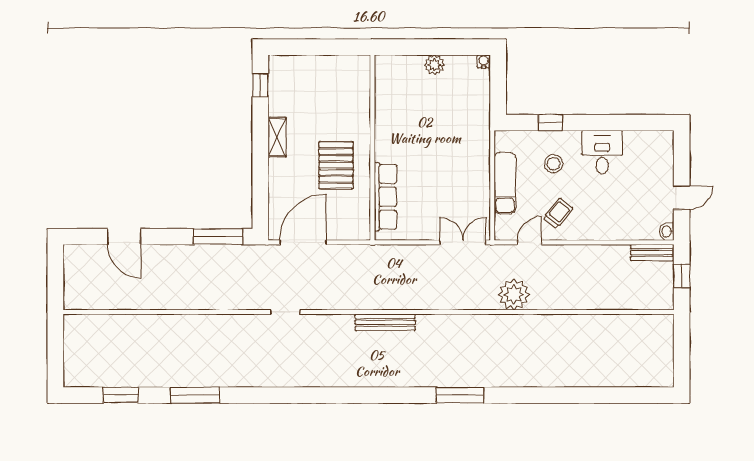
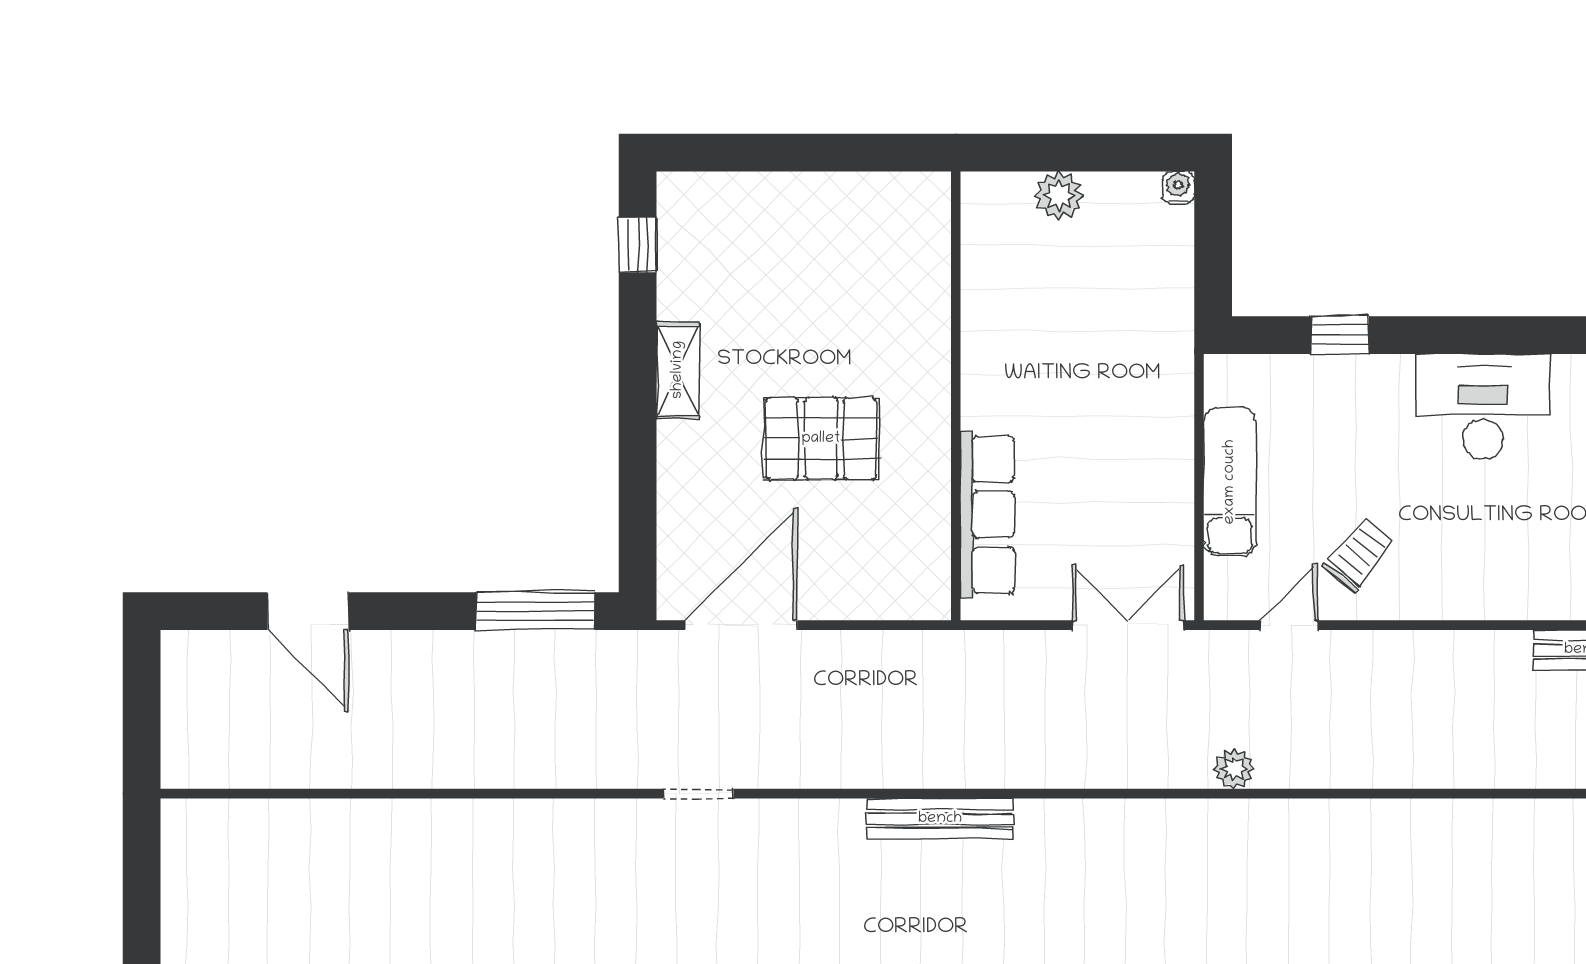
wall: (372, 148) -> (956, 396), moved
desk: (602, 152) -> (1483, 407), width x1.37
stool: (554, 164) -> (1347, 435), removed
pallet: (336, 165) -> (821, 439), turned 90
row of seats: (385, 197) -> (987, 515), moved
plant: (514, 295) -> (1234, 769), width x0.53, depth x0.53

